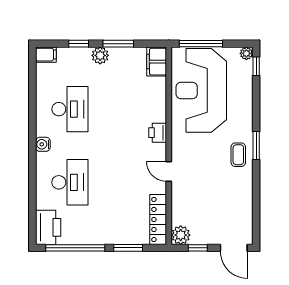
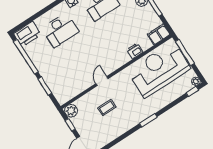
printer: (158, 133) -> (135, 51), moved
coffee table: (238, 155) -> (107, 108), moved
locker: (158, 219) -> (71, 92), removed

